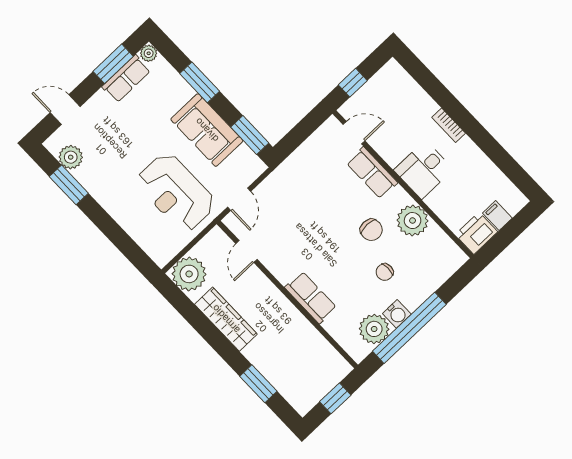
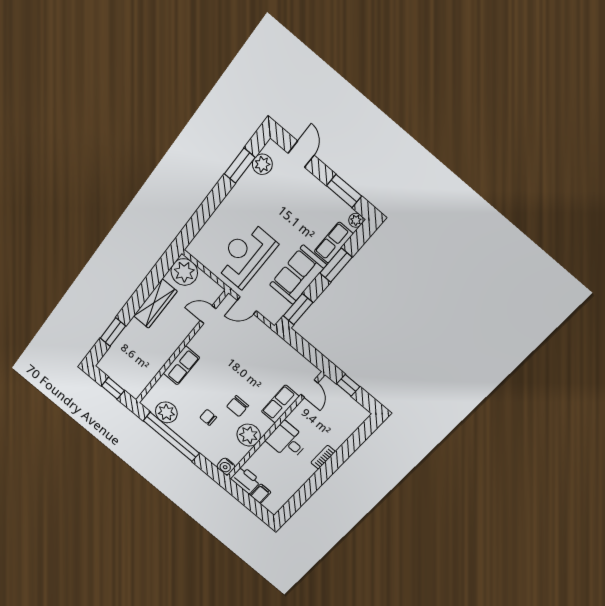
row of seats: (126, 79) -> (334, 243), moved, turned 90
water cooler: (397, 314) -> (226, 466), moved

